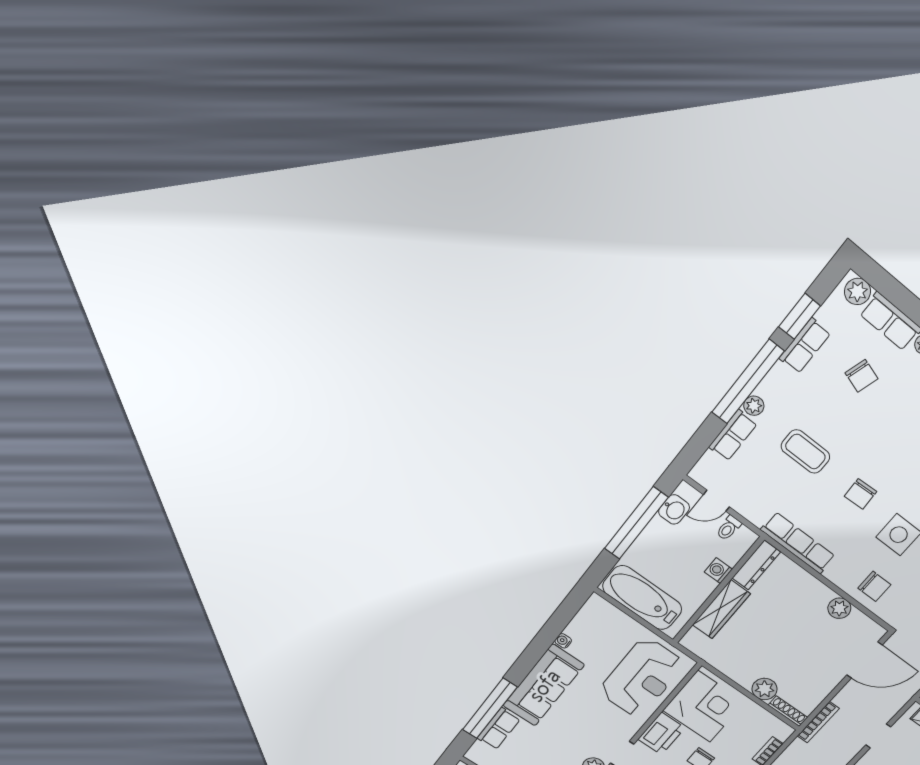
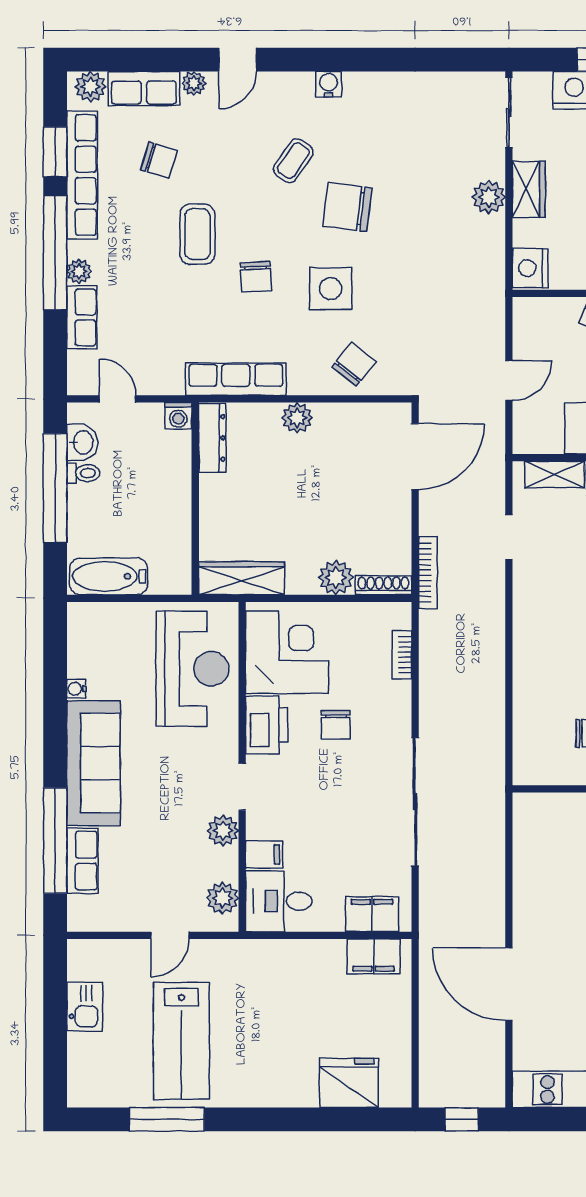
row of seats: (805, 346) -> (82, 175), width x2.02
coffee table: (805, 452) -> (197, 234), moved, turned 90
door: (716, 501) -> (118, 399), swing flipped
toilet: (729, 528) -> (83, 473), moved, turned -90
washing machine: (718, 571) -> (178, 416), moved, turned -90
chair: (874, 586) -> (354, 364), turned -52
bathtub: (642, 598) -> (109, 576), width x0.73, depth x0.73
plant: (839, 608) -> (297, 418), moved
wardrobe: (721, 609) -> (242, 578), moved, turned -90

